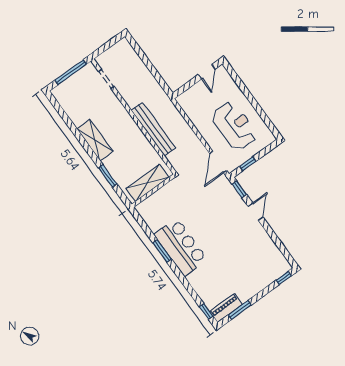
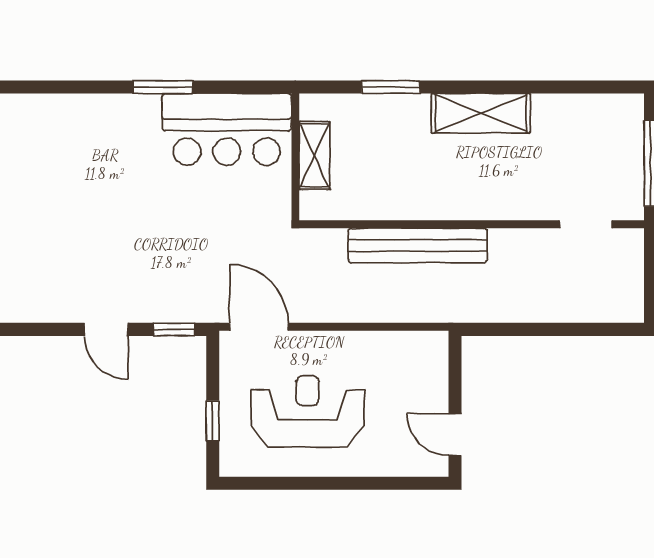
reception desk: (234, 126) -> (308, 411), turned 180
window: (248, 164) -> (213, 421), moved
shelving: (147, 183) -> (314, 156), width x0.67, depth x0.75
bar counter: (181, 247) -> (227, 129), moved

